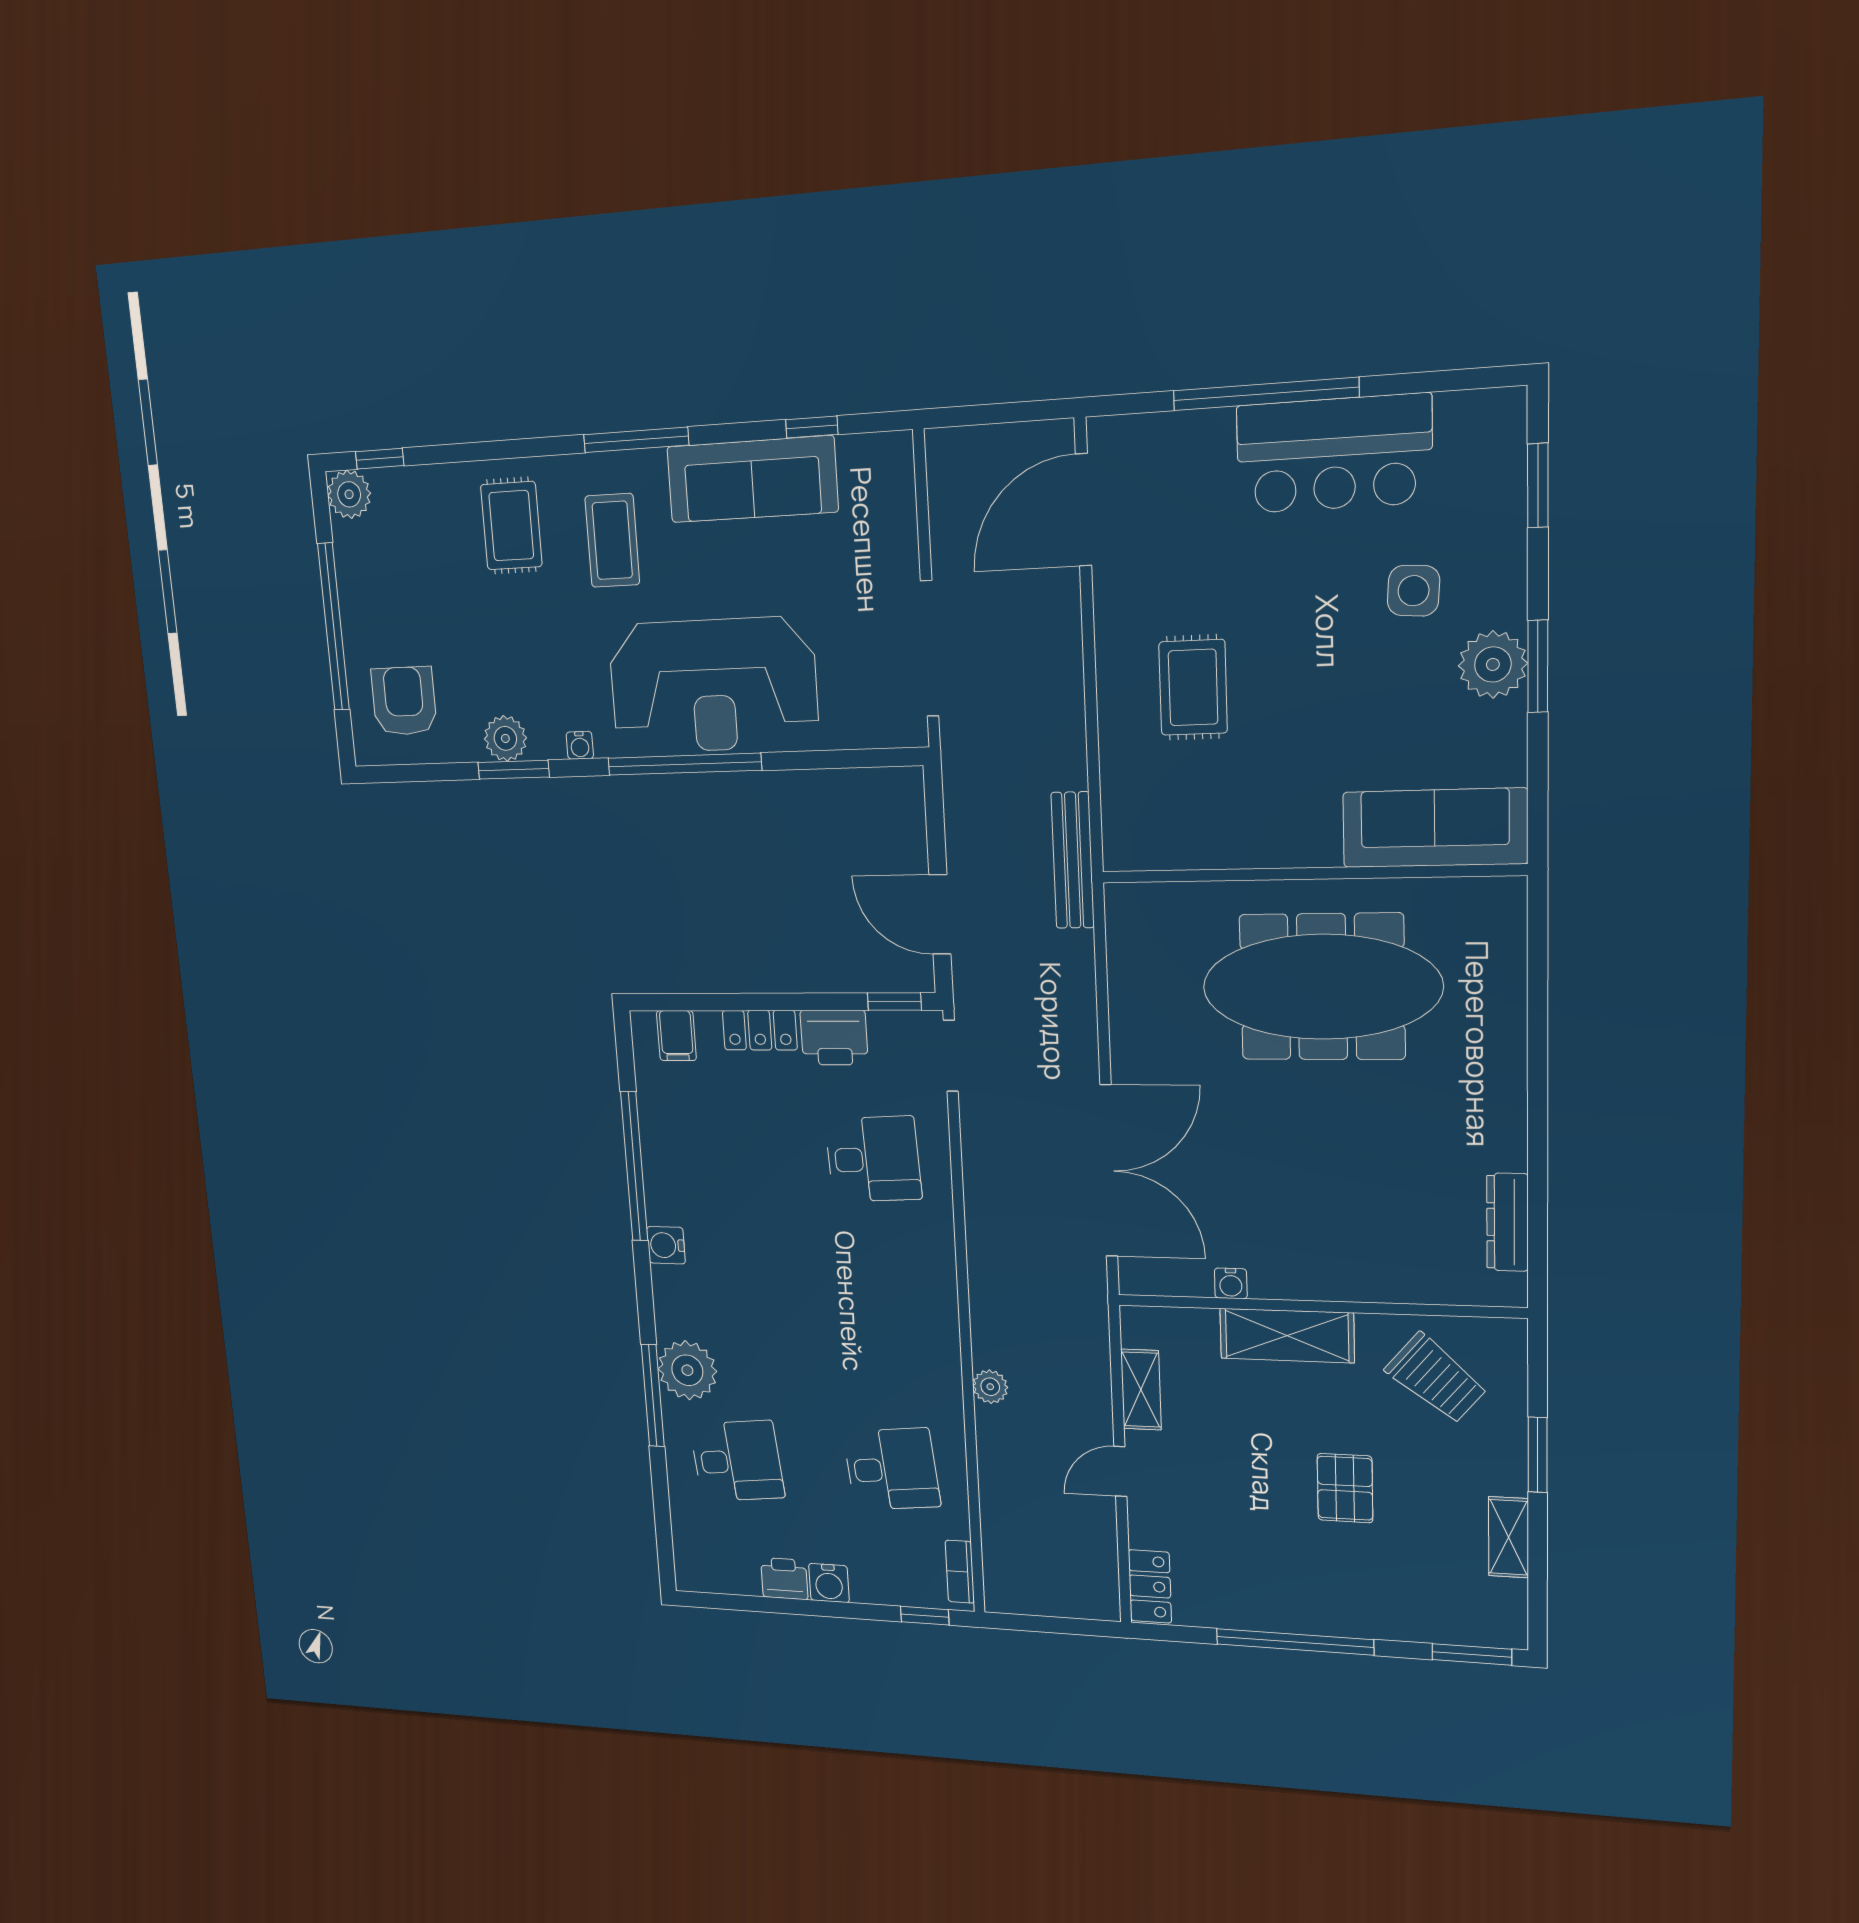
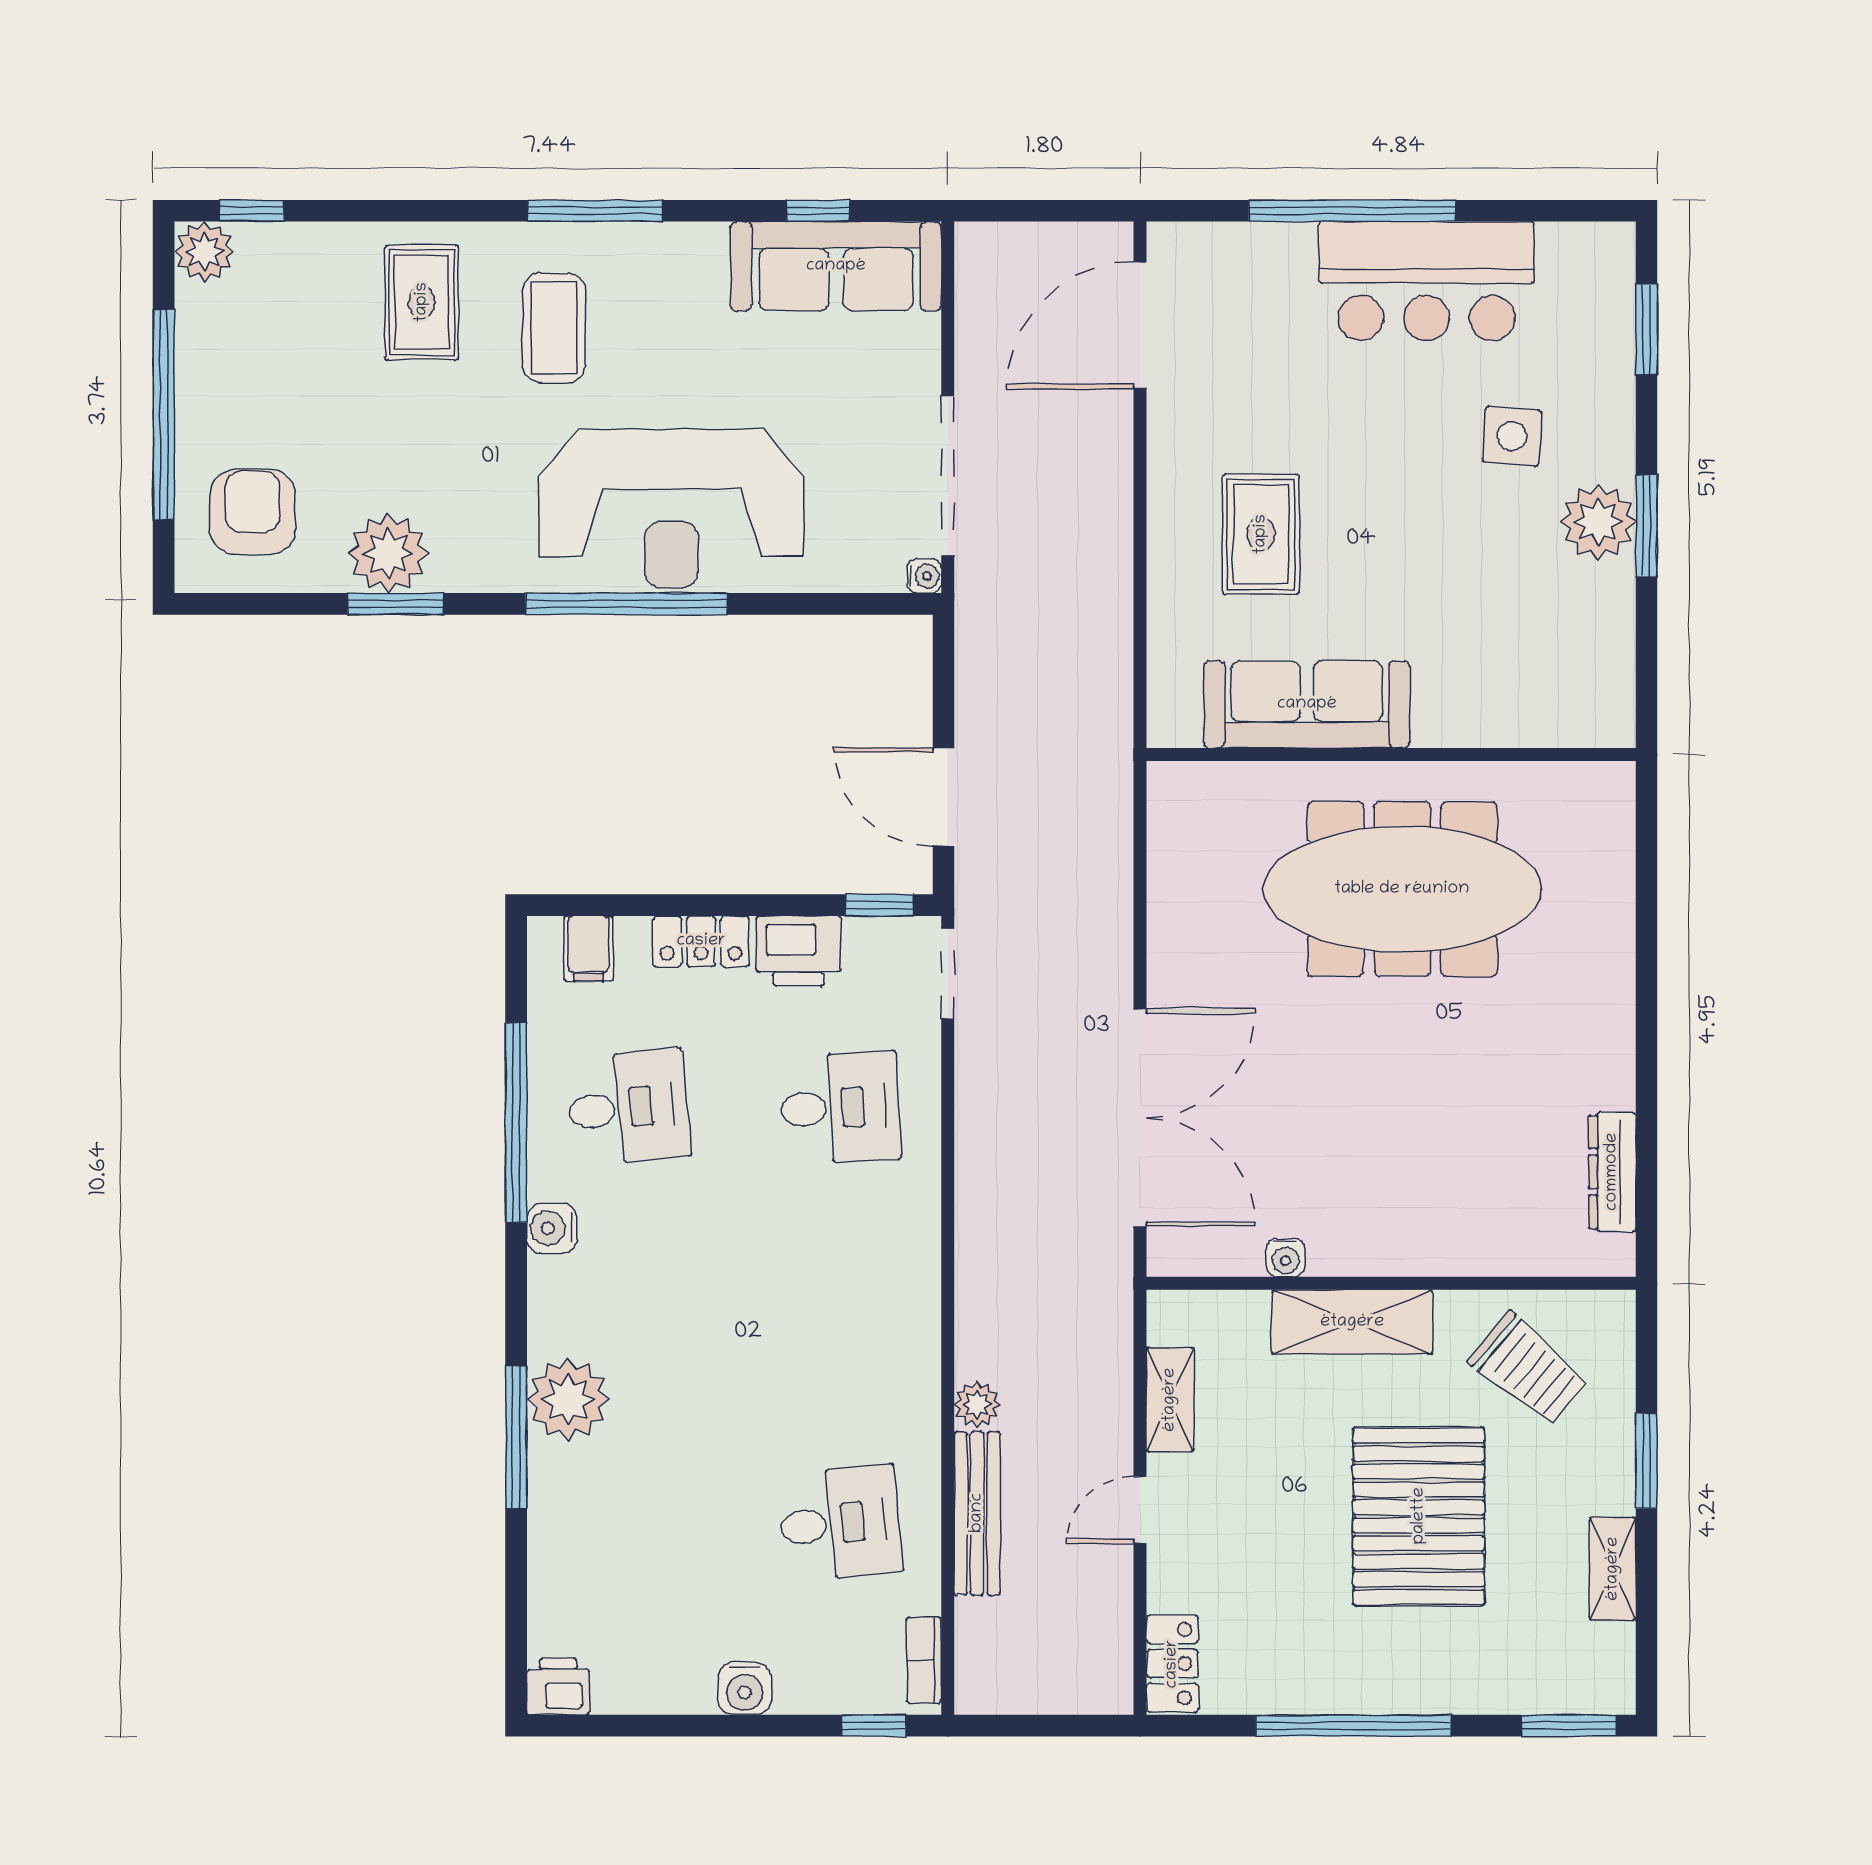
sofa: (752, 479) -> (836, 266), moved
plant: (505, 738) -> (388, 553), width x1.36, depth x1.36
water cooler: (580, 745) -> (924, 576), moved, turned -90
sofa: (1435, 828) -> (1307, 704), moved
bench: (1073, 860) -> (977, 1513), moved
desk: (737, 1461) -> (628, 1108), moved
pallet: (1345, 1488) -> (1419, 1516), width x2.05, depth x2.00
printer: (784, 1579) -> (558, 1687), moved

